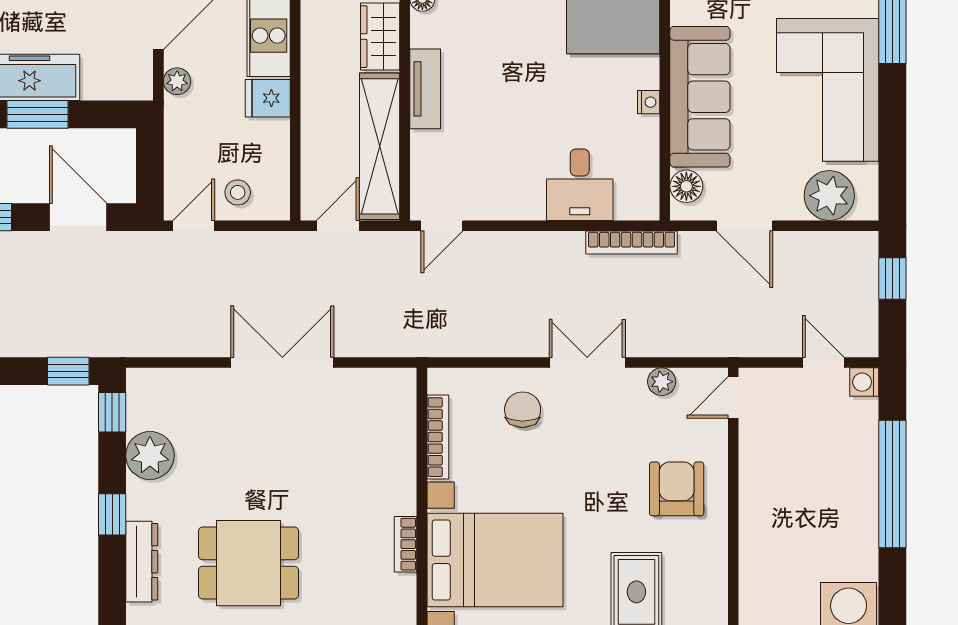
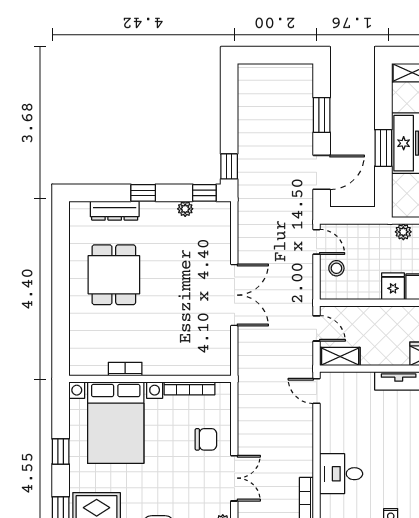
shelving: (380, 146) -> (340, 356), width x0.45, depth x0.75
plant: (150, 455) -> (185, 209), width x0.53, depth x0.53

